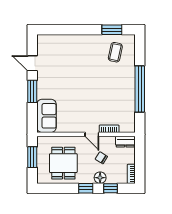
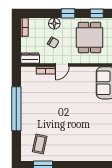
door: (92, 134) -> (62, 65), swing flipped
window: (111, 188) -> (97, 13), moved

